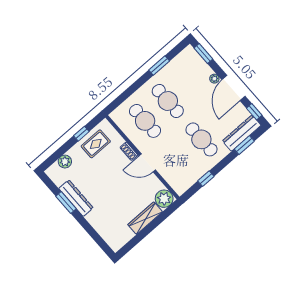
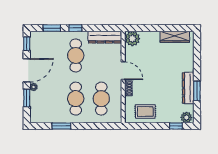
window: (203, 53) -> (27, 98), moved
dresser: (242, 133) -> (105, 37), moved
window: (81, 134) -> (176, 126), moved
plant: (65, 162) -> (186, 117), moved
window: (206, 179) -> (75, 28), moved
wardrobe: (145, 218) -> (175, 37), moved

